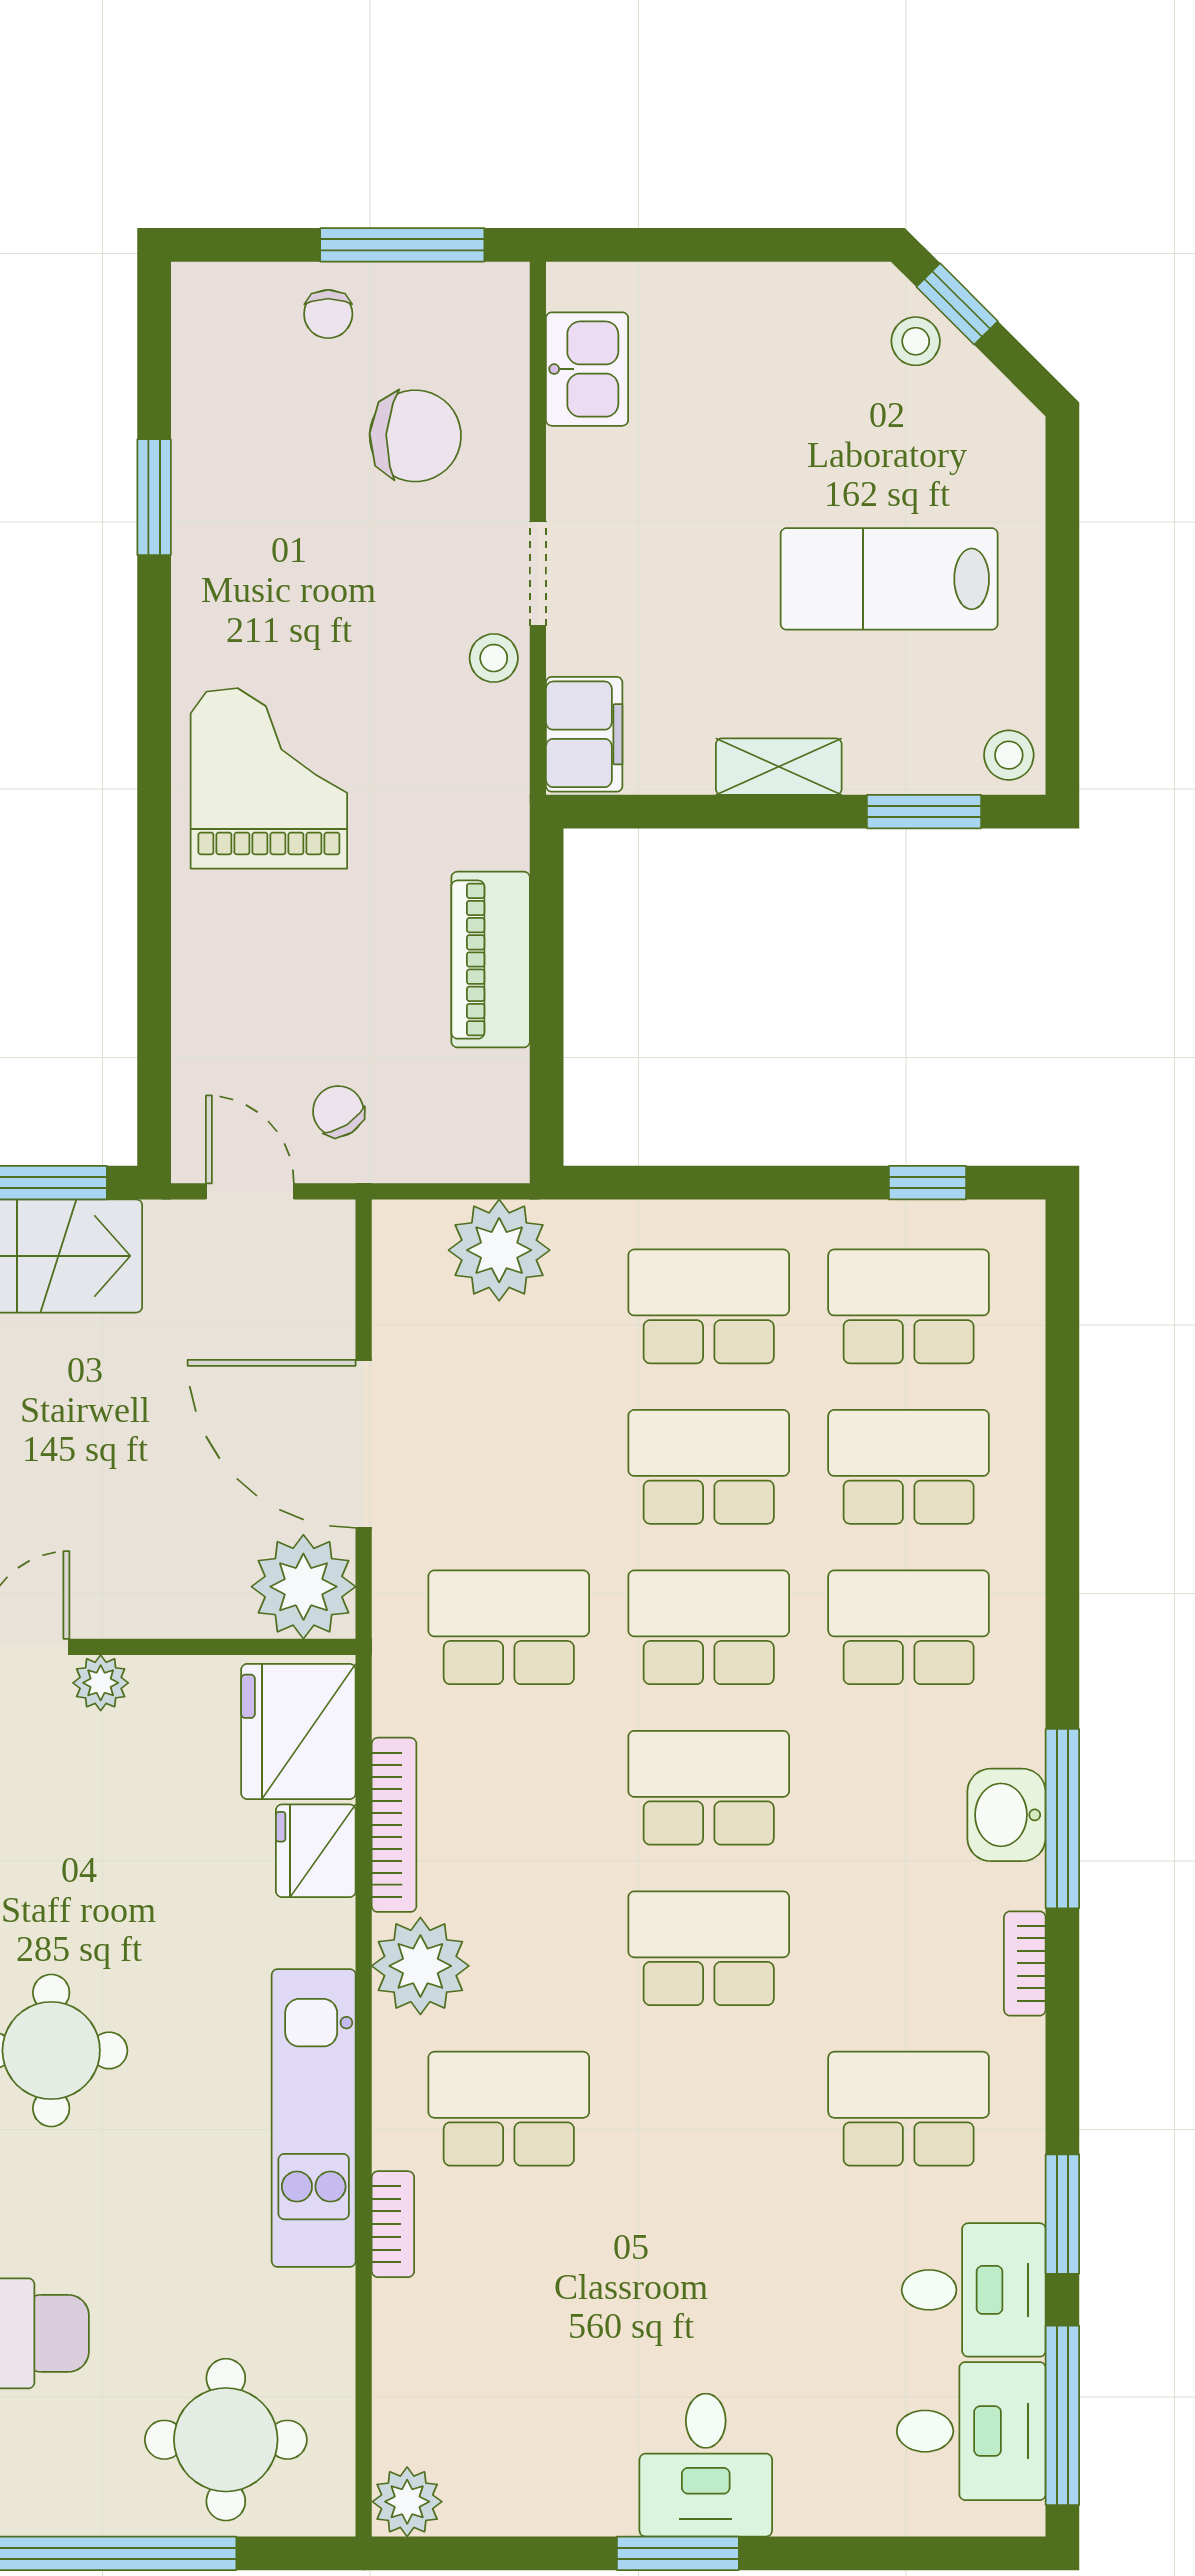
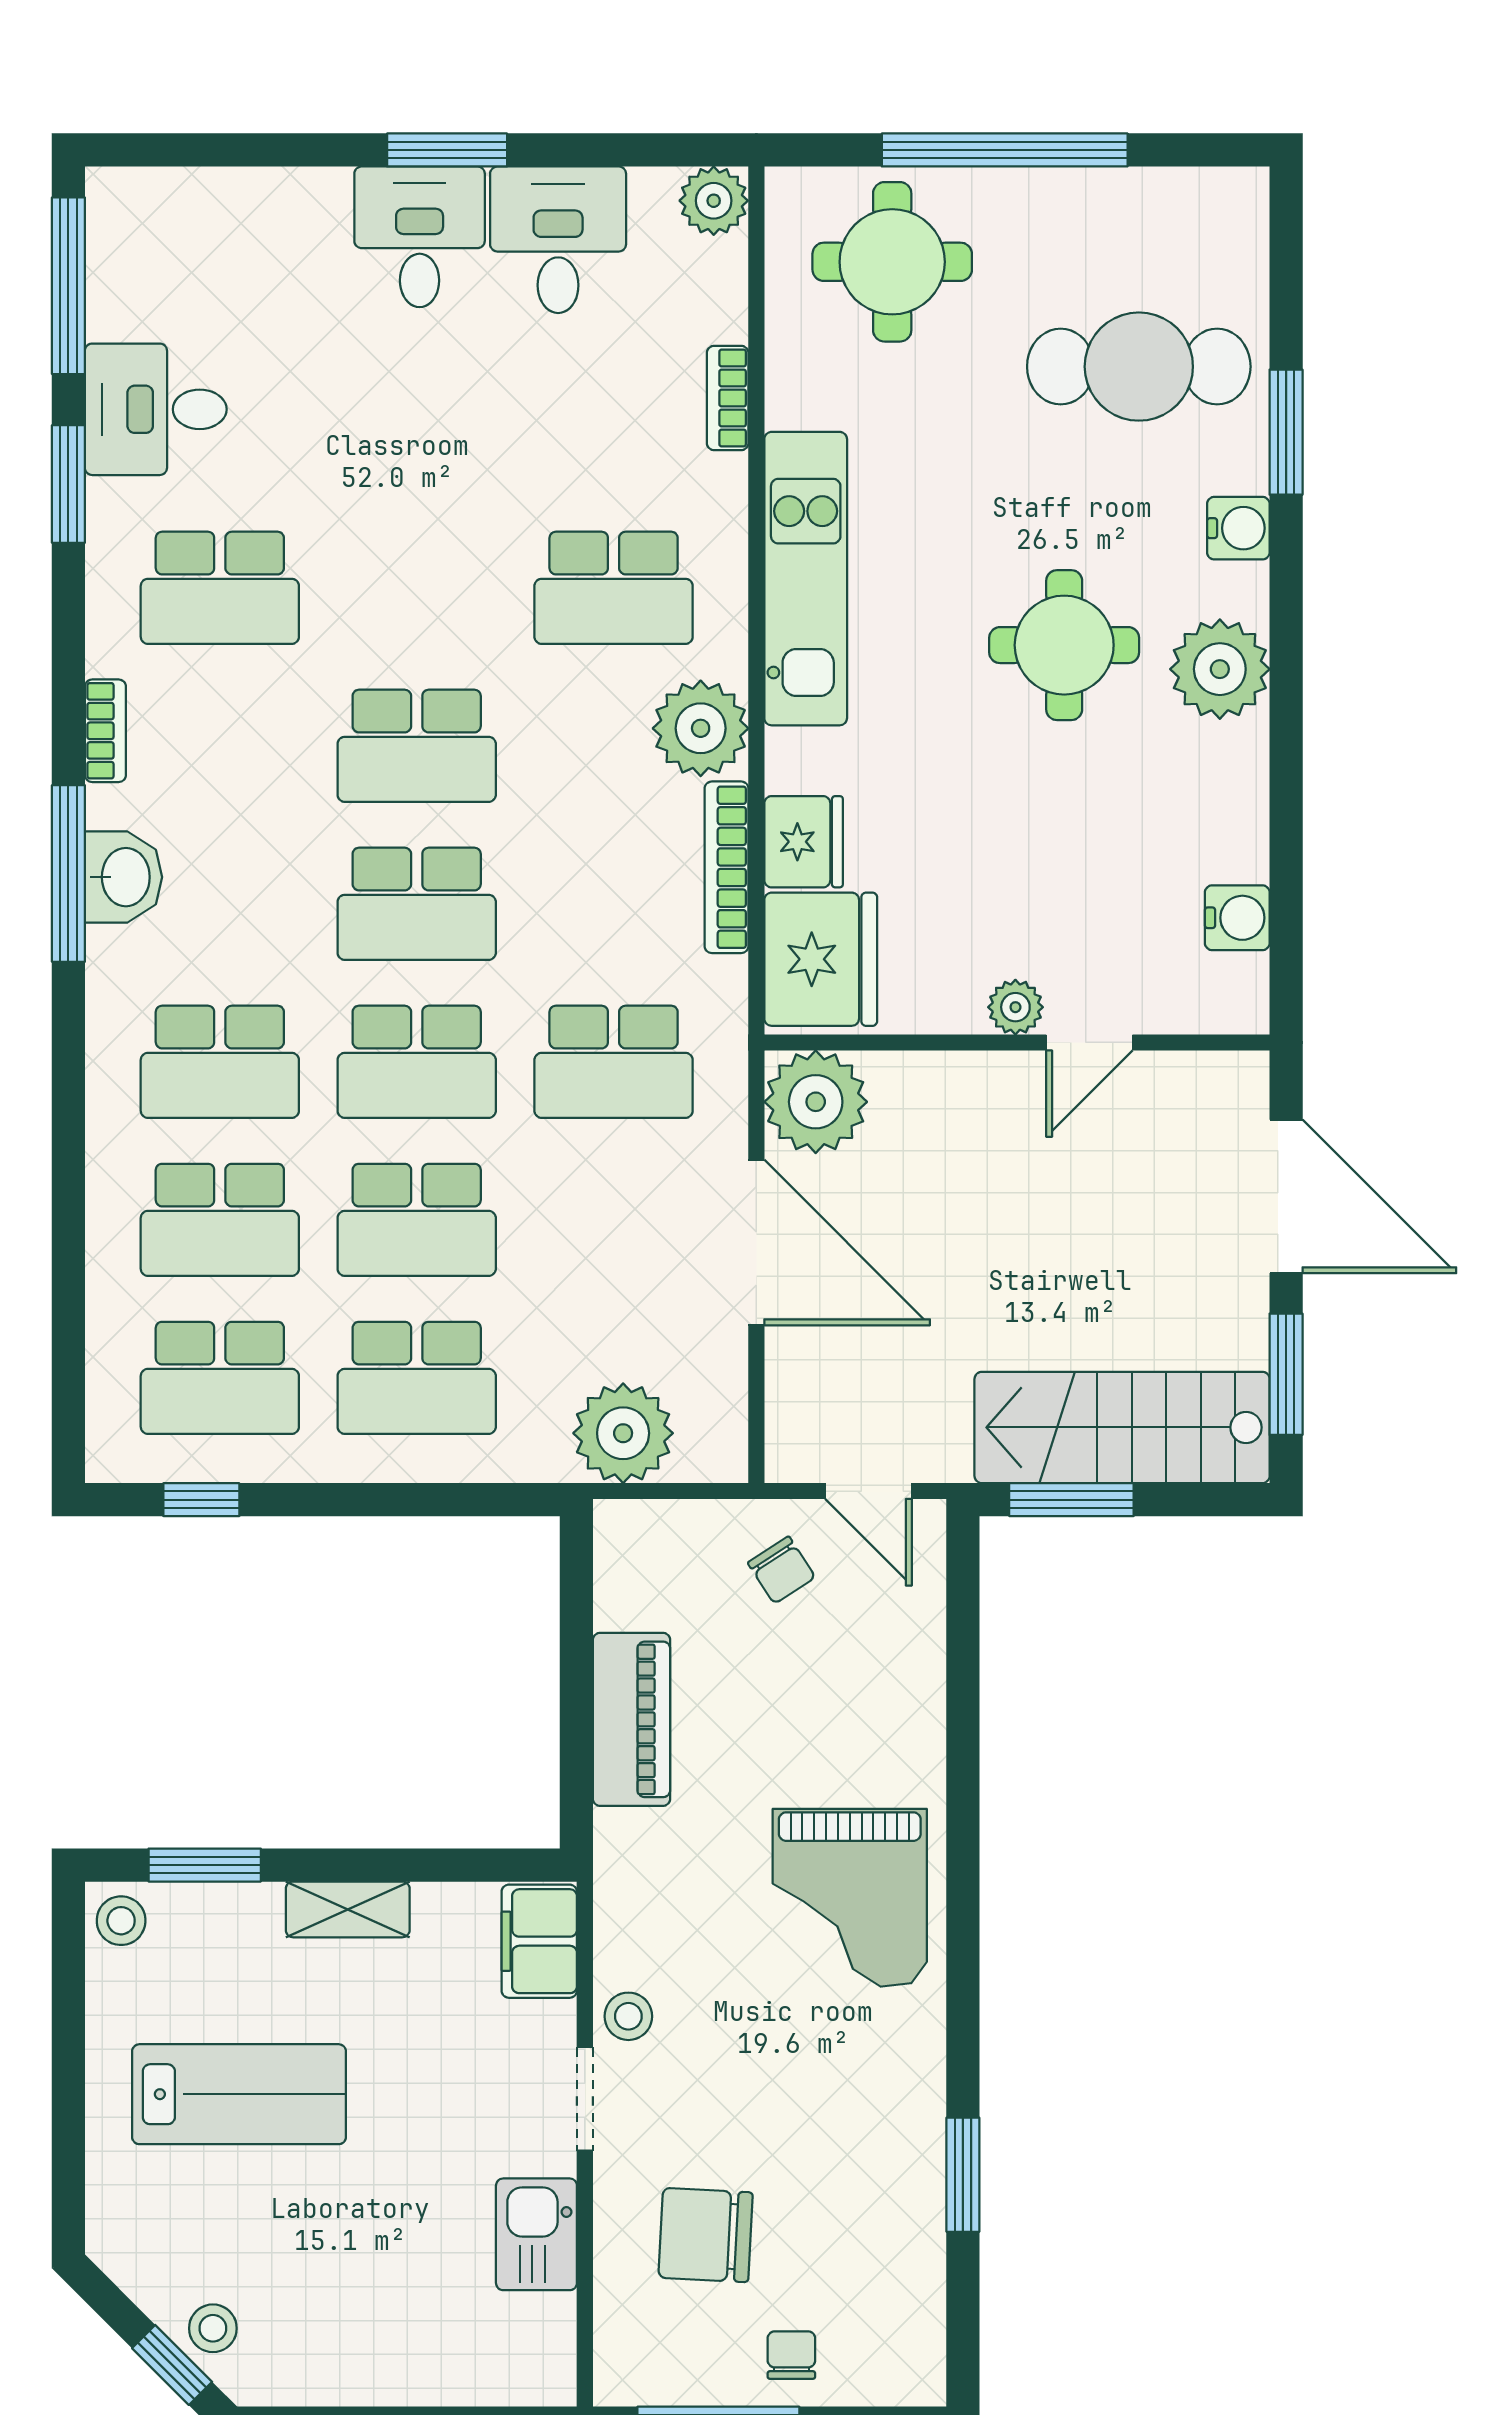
kitchen sink: (587, 369) -> (536, 2234), moved
bookcase: (393, 2224) -> (728, 398), moved
desk: (971, 2431) -> (558, 240), moved, turned 90

